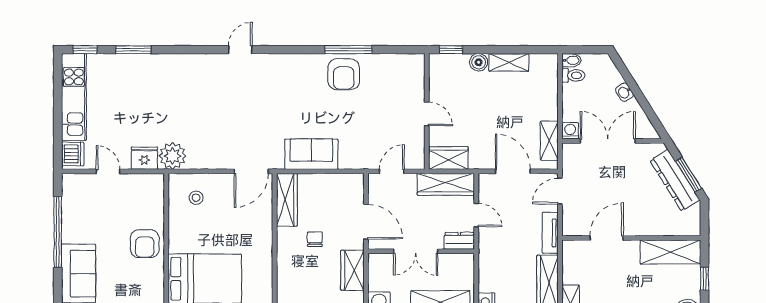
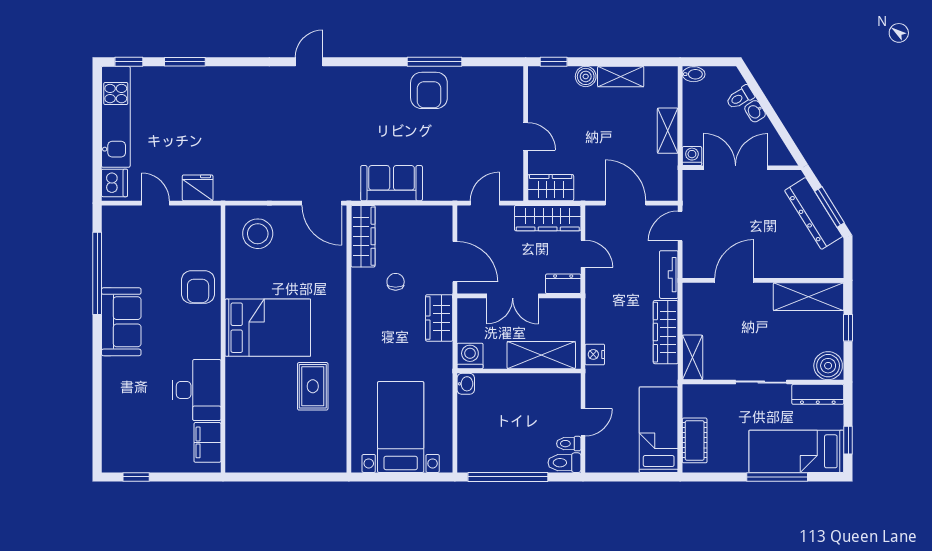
toilet: (573, 75) -> (740, 97), moved, turned 148
shelving: (549, 141) -> (668, 131), moved
plant: (173, 156) -> (230, 185), removed
door: (251, 171) -> (322, 203), hinge flipped
stool: (196, 198) -> (258, 234), width x1.89, depth x1.89

